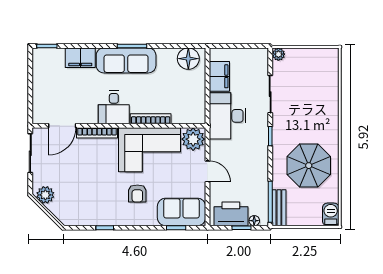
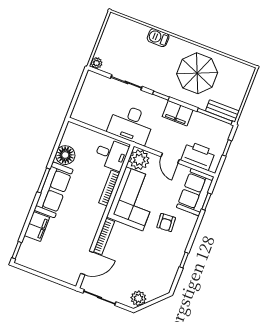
floor lamp: (188, 59) -> (65, 155), moved
filing cabinet: (219, 76) -> (178, 113), moved, turned 180
desk: (114, 107) -> (111, 154), moved
door: (62, 126) -> (87, 263), hinge flipped
door: (207, 171) -> (170, 158), swing flipped
armchair: (137, 193) -> (166, 223), turned 86
printer: (231, 214) -> (198, 156), moved, turned 90
barbecue: (331, 214) -> (158, 38), moved
floor lamp: (254, 221) -> (225, 135), removed

